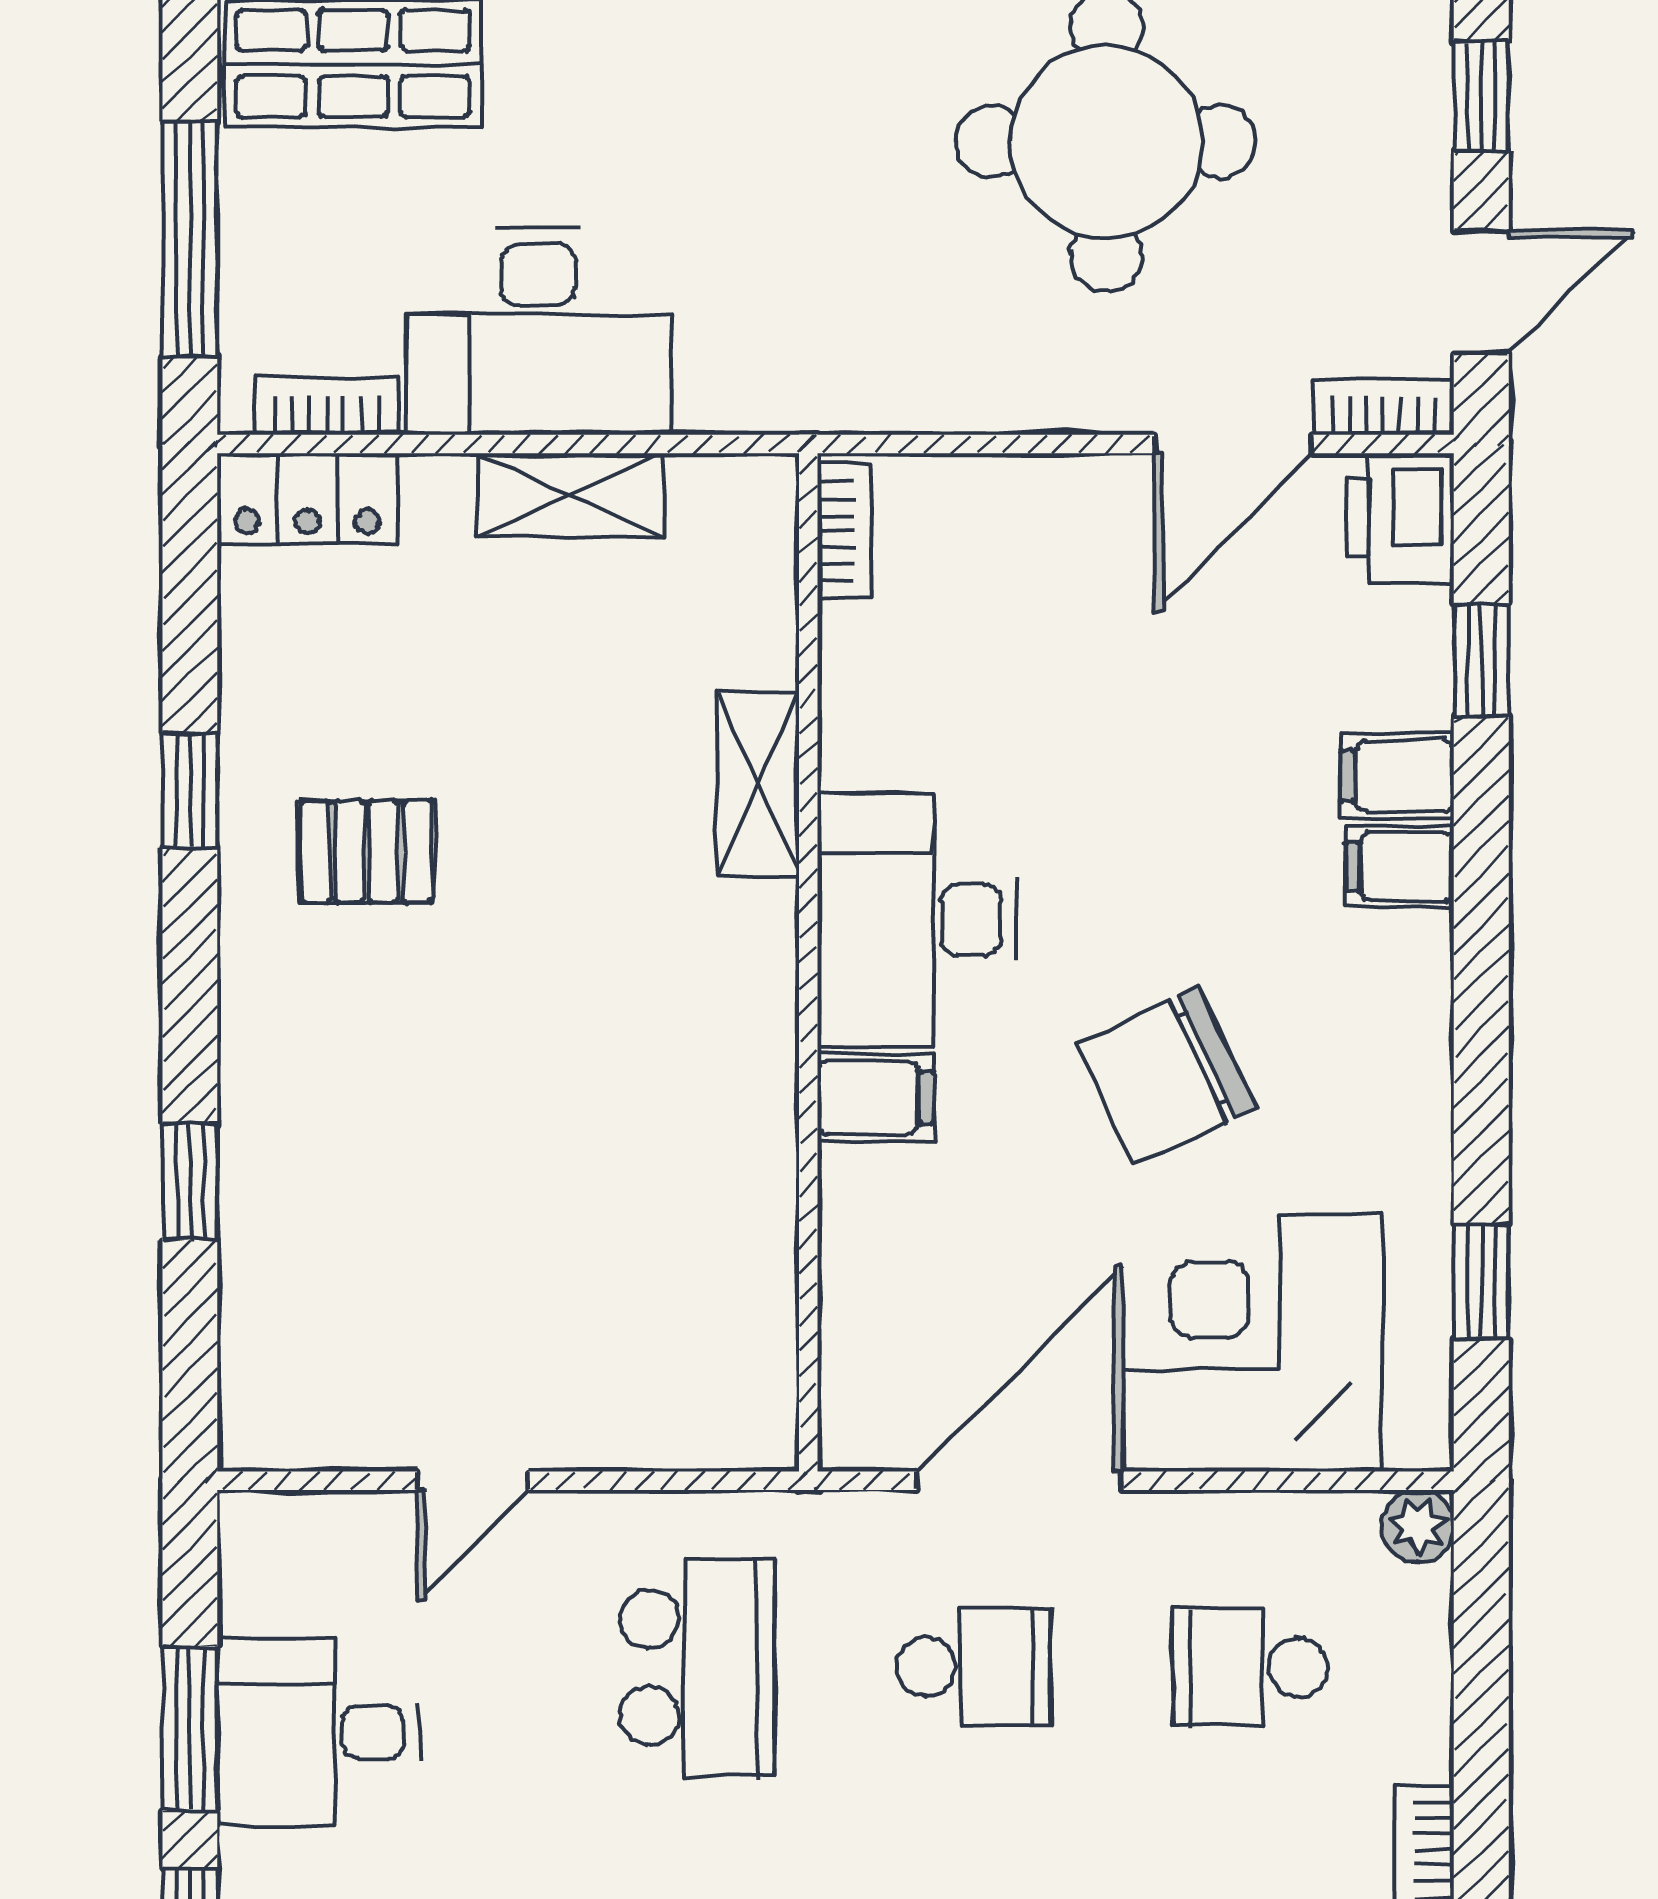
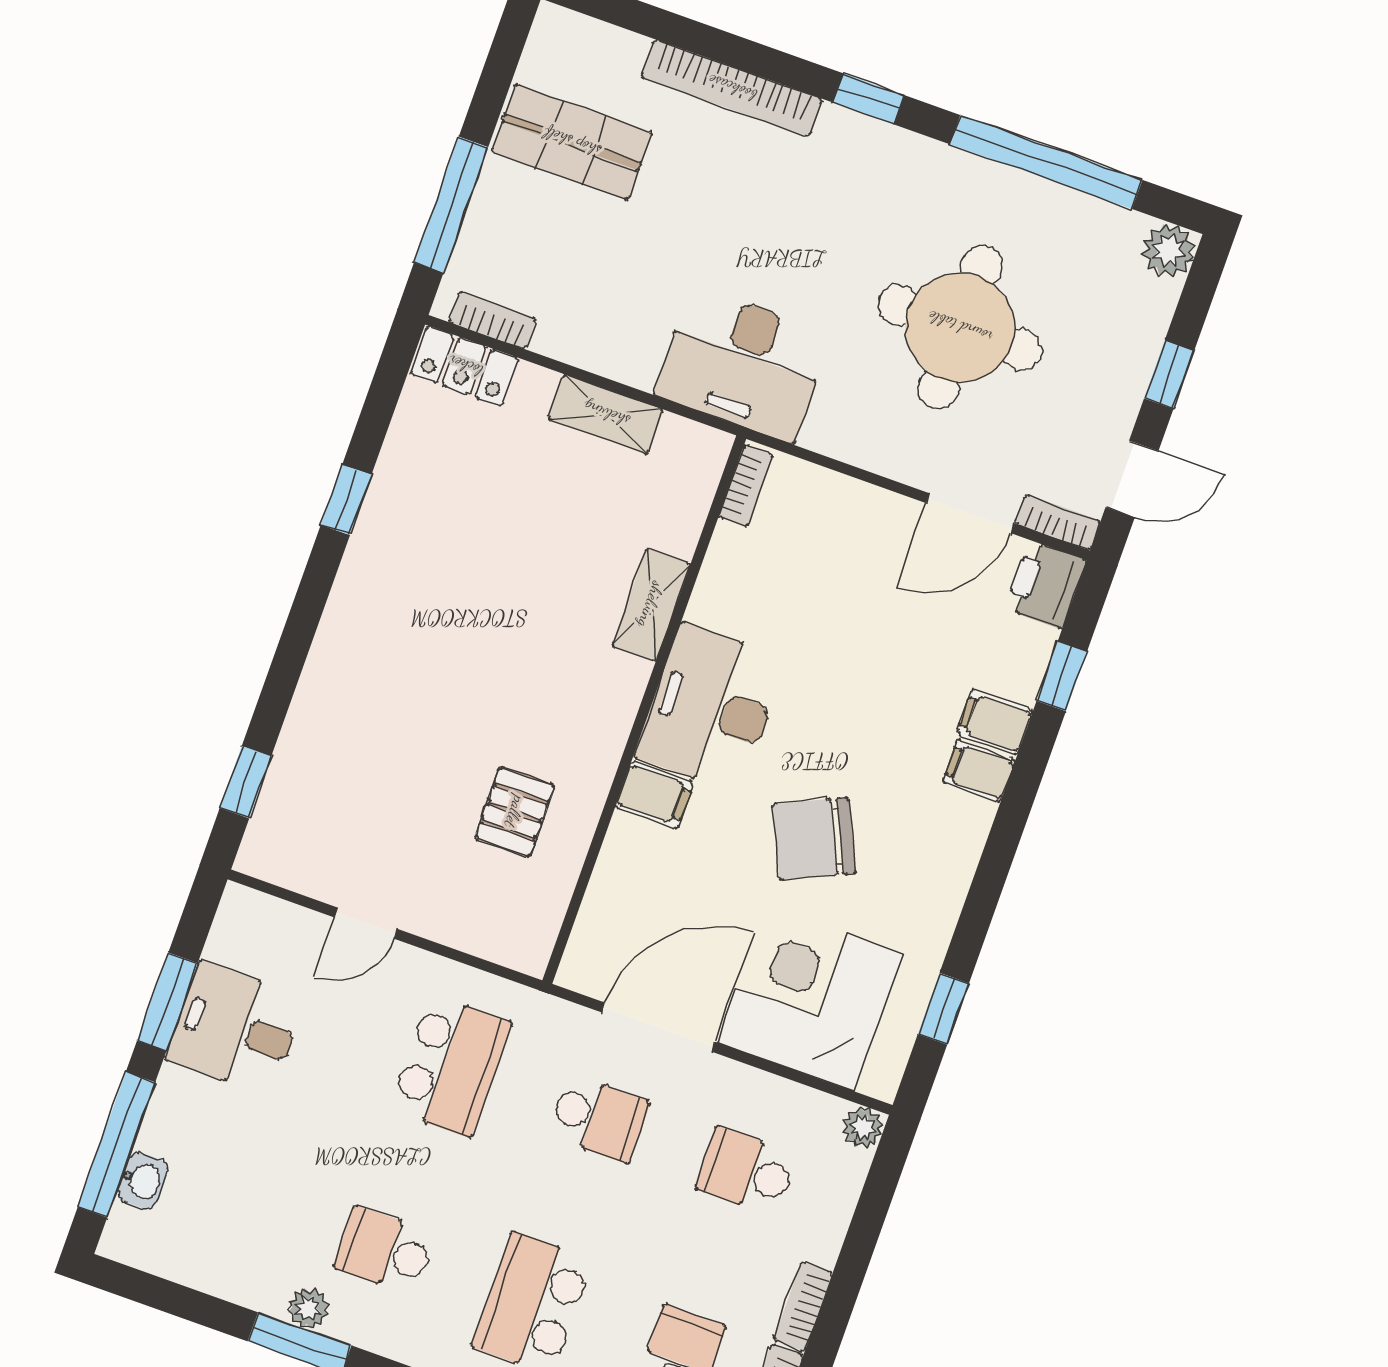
desk: (538, 331) -> (743, 364), moved
pallet: (366, 852) -> (515, 812), moved, turned 90
window: (190, 1181) -> (246, 782), moved

